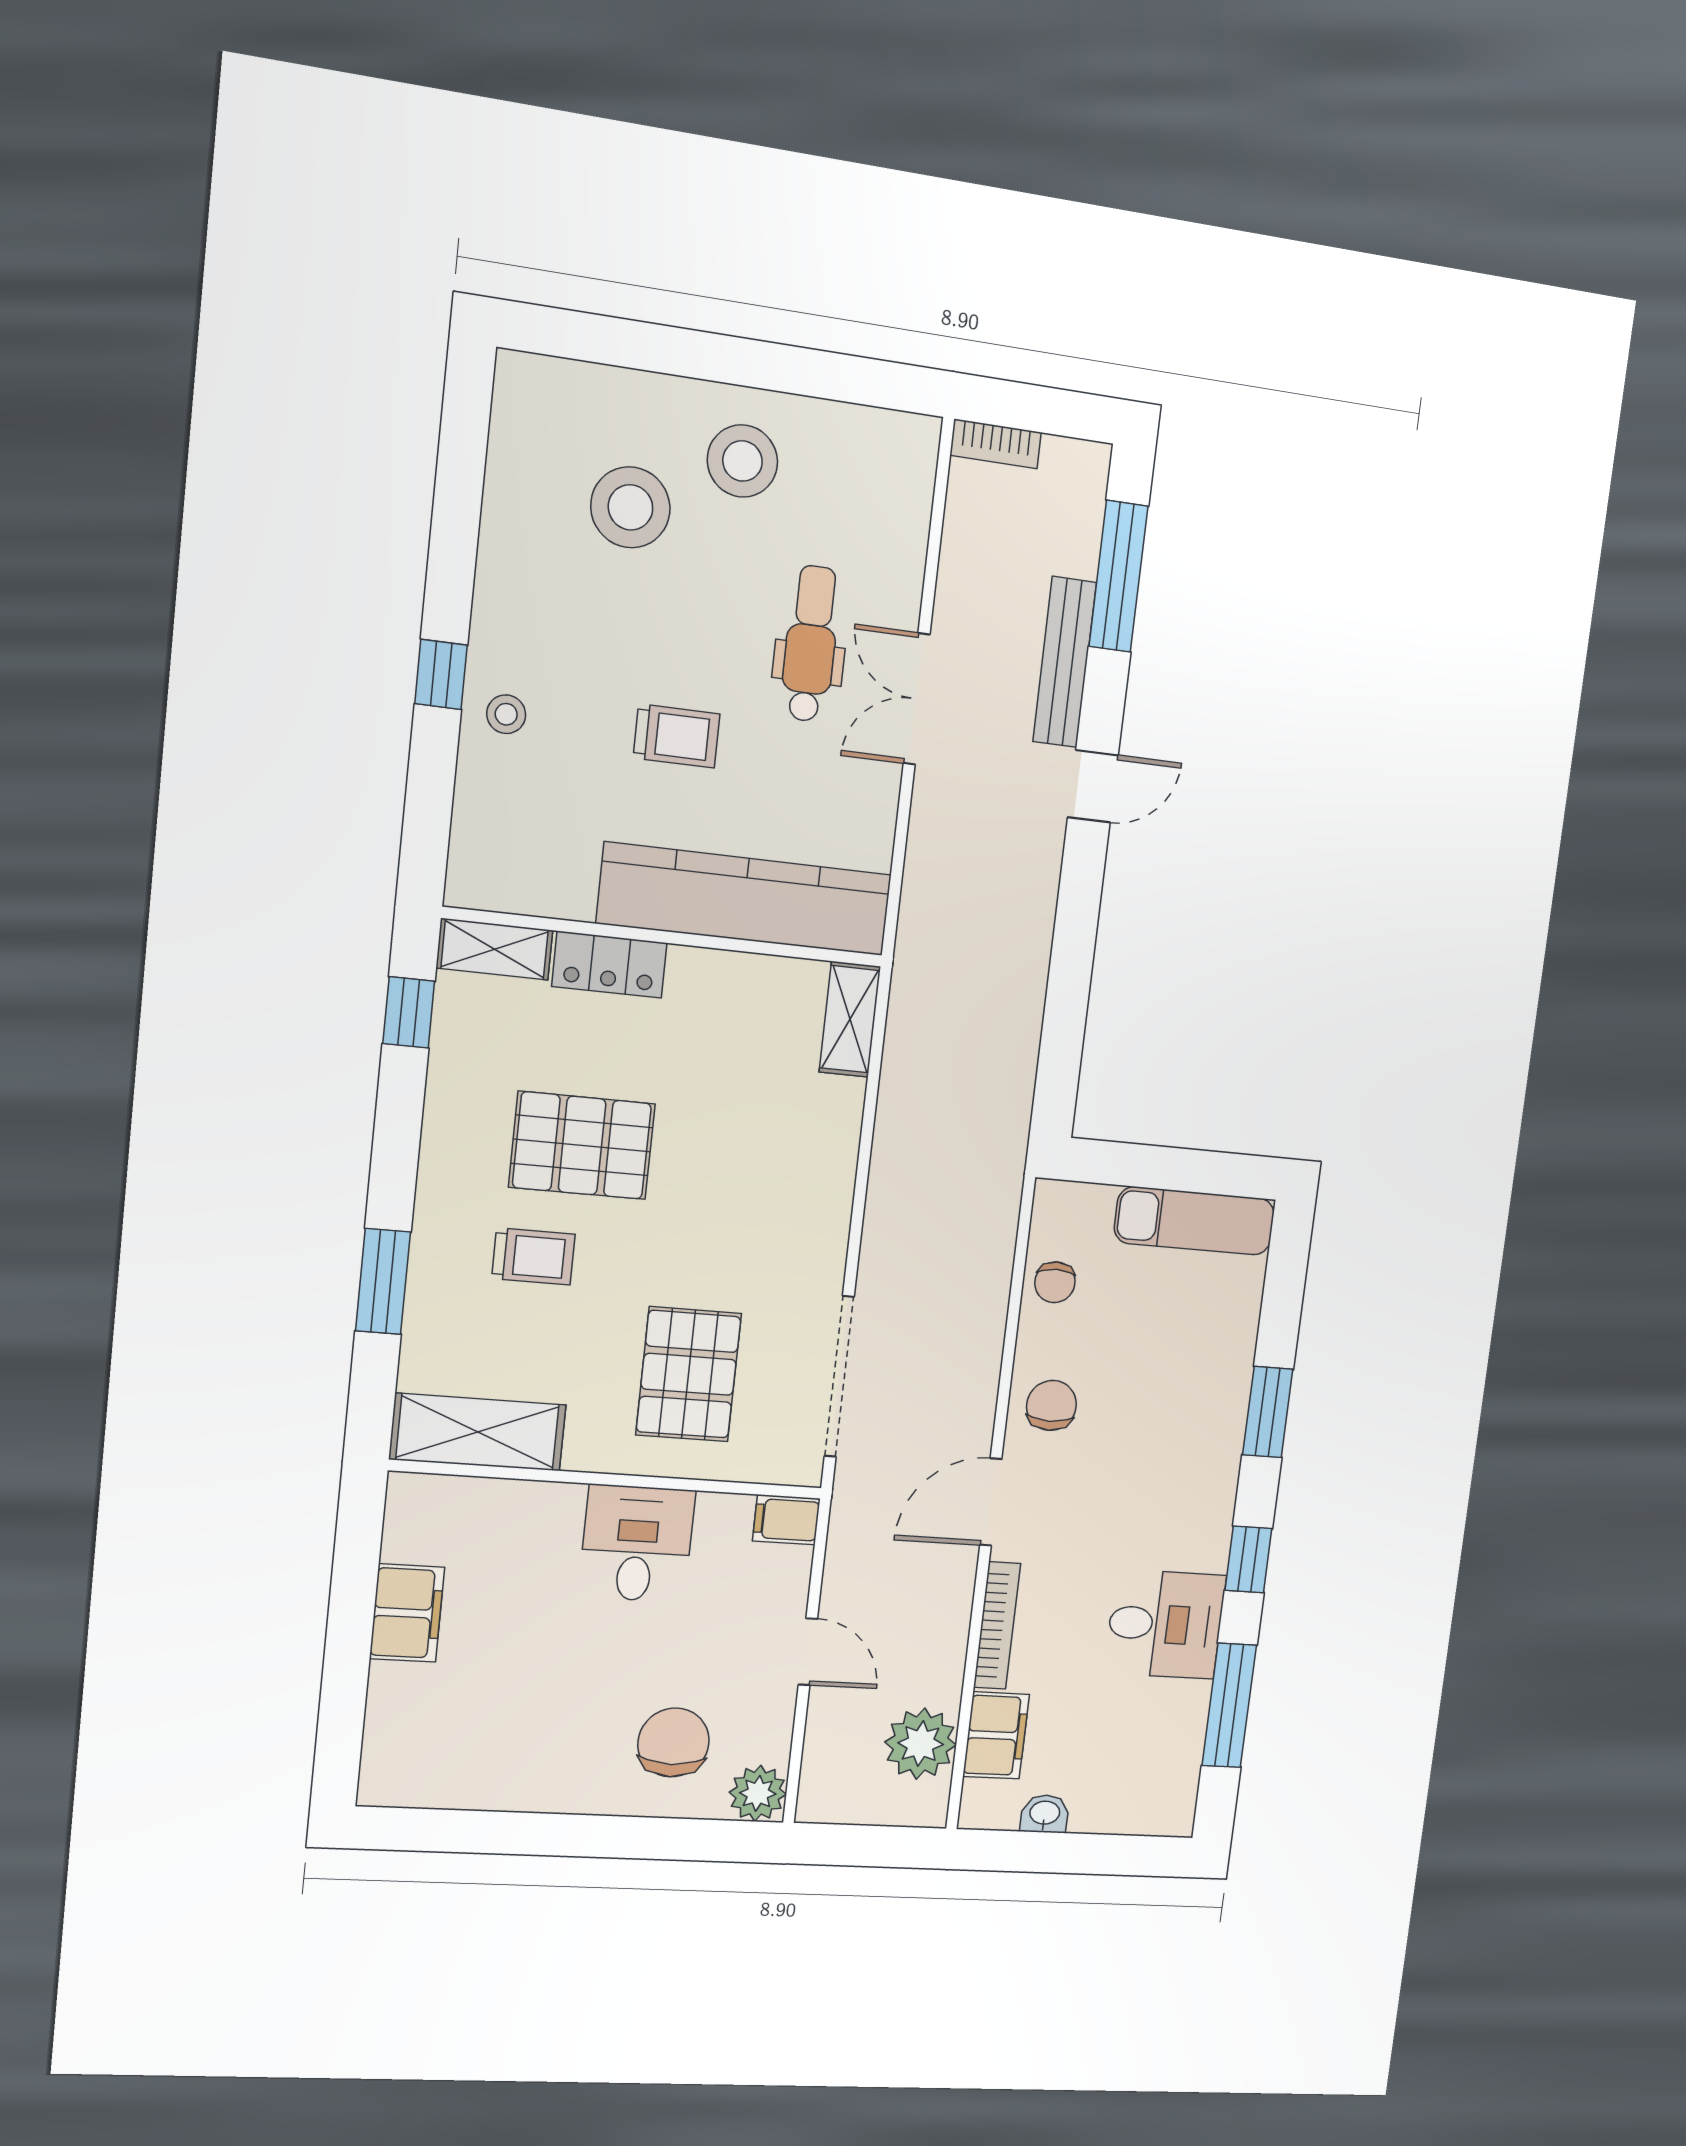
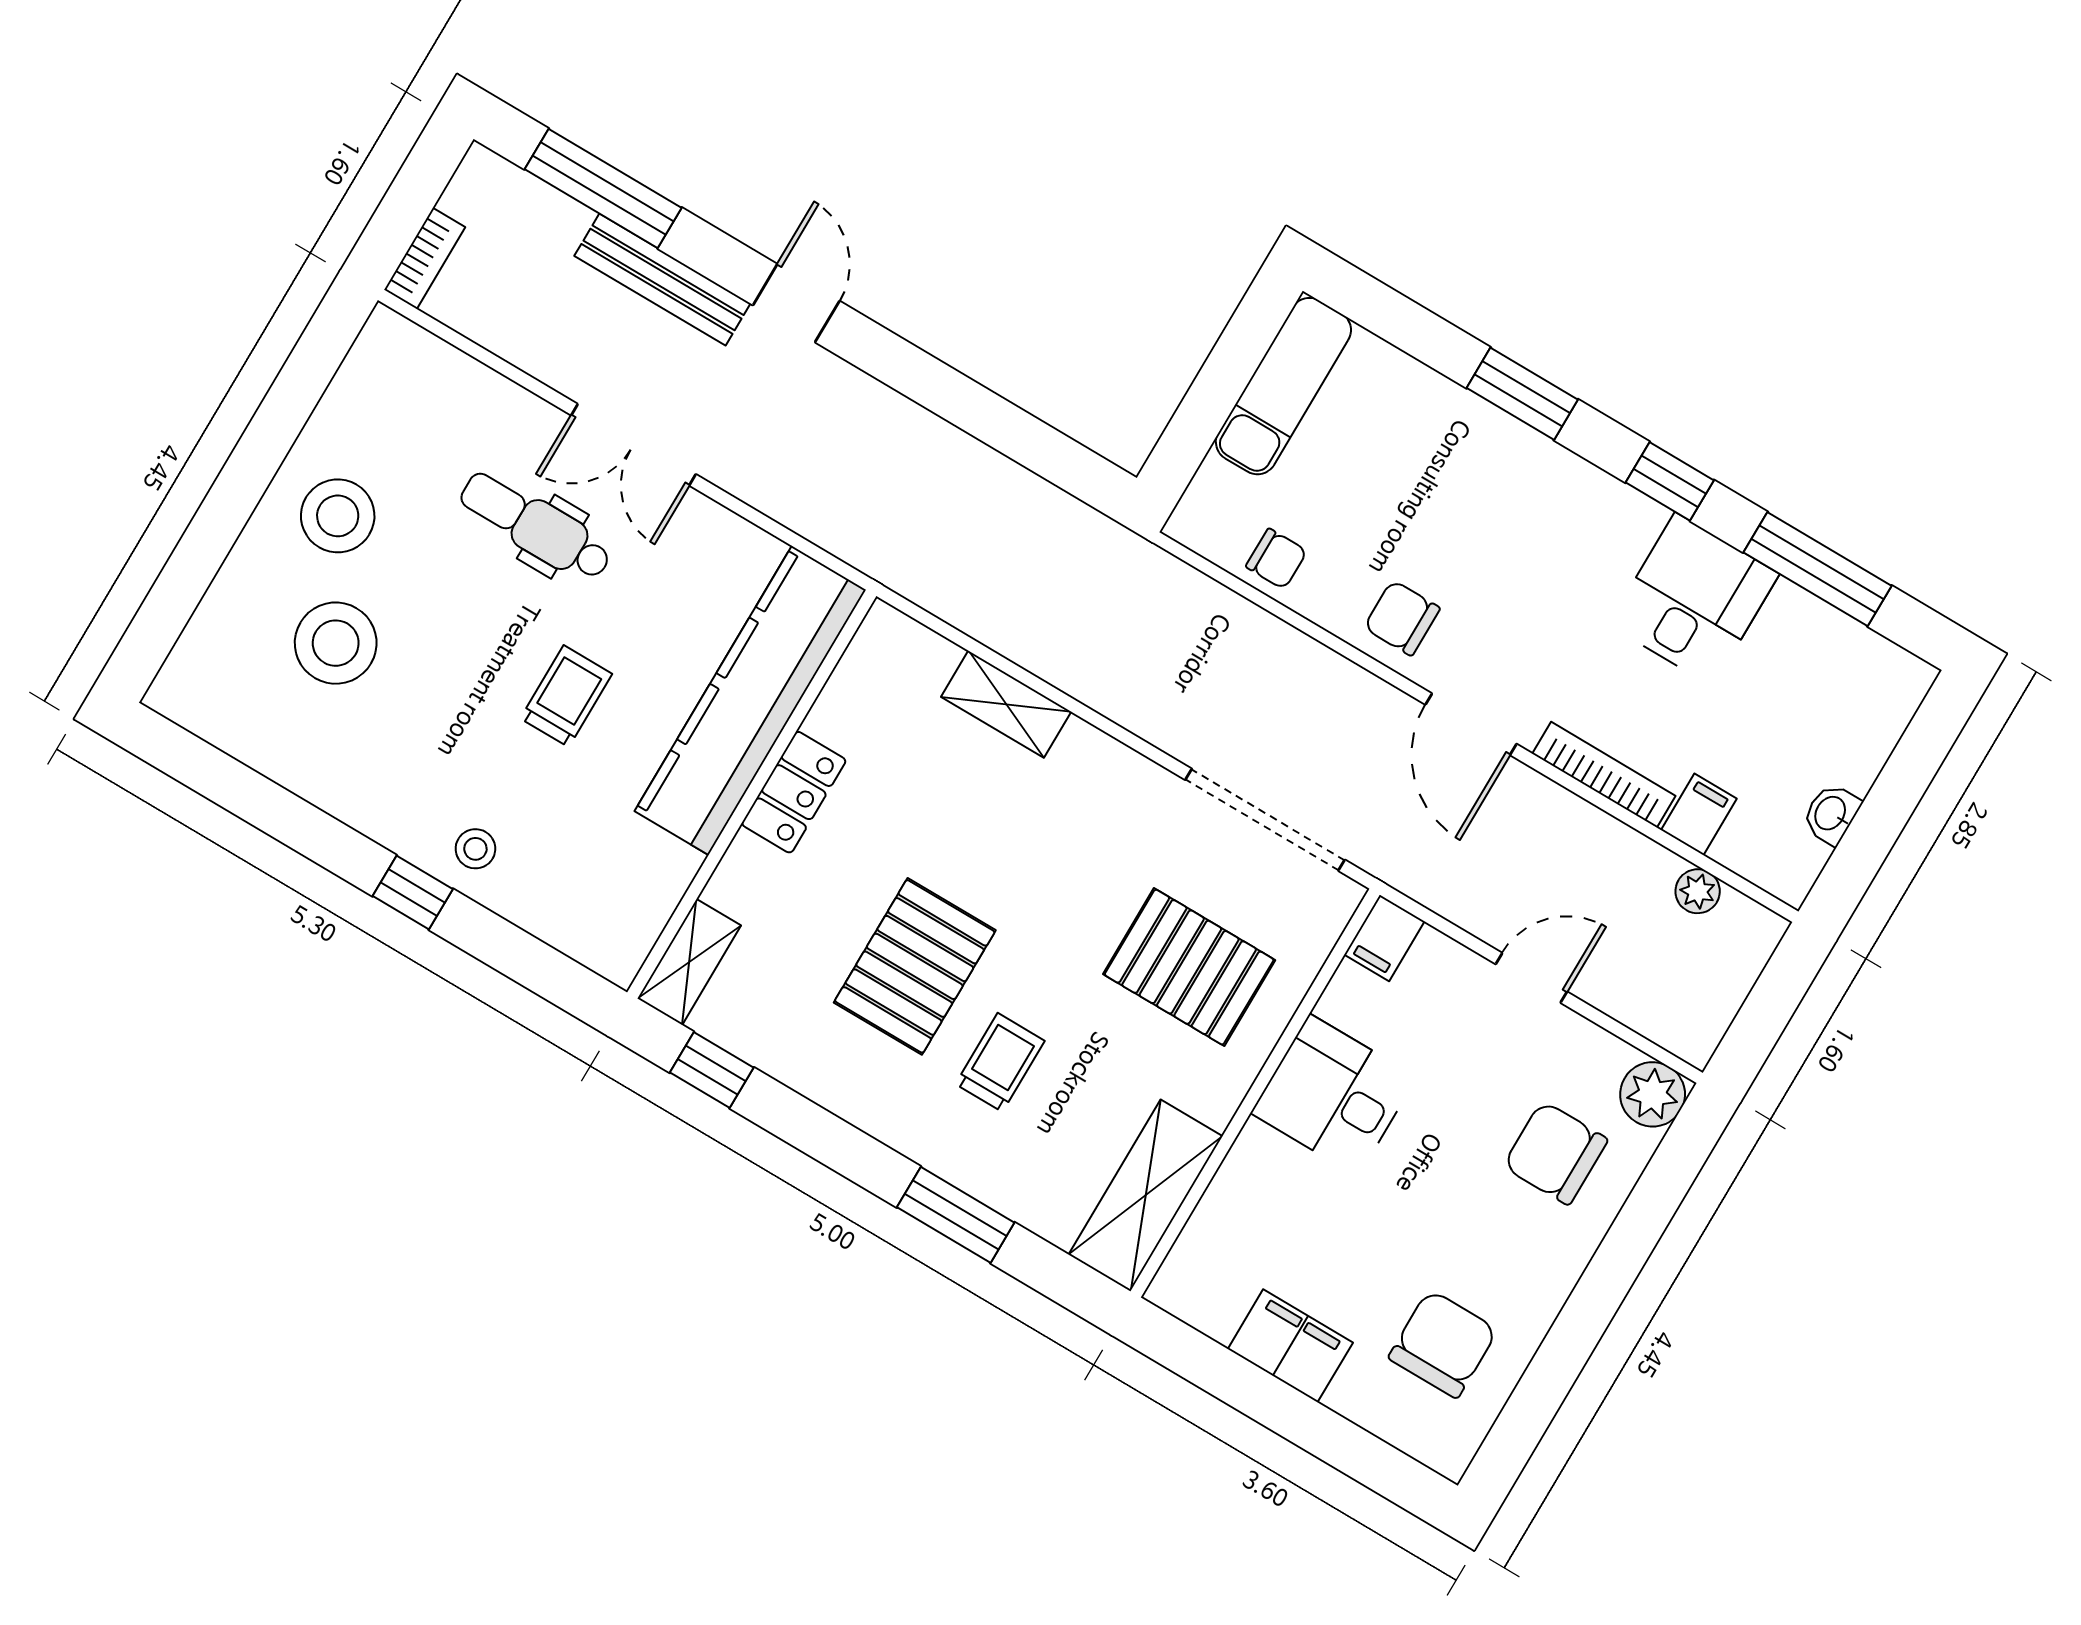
locker: (609, 965) -> (794, 792), moved
shelving: (850, 1019) -> (1006, 704), moved
chair: (470, 1734) -> (1443, 1344), added
filing cabinet: (996, 1735) -> (1699, 814), width x0.50
plant: (921, 1744) -> (1698, 891), width x0.53, depth x0.53

